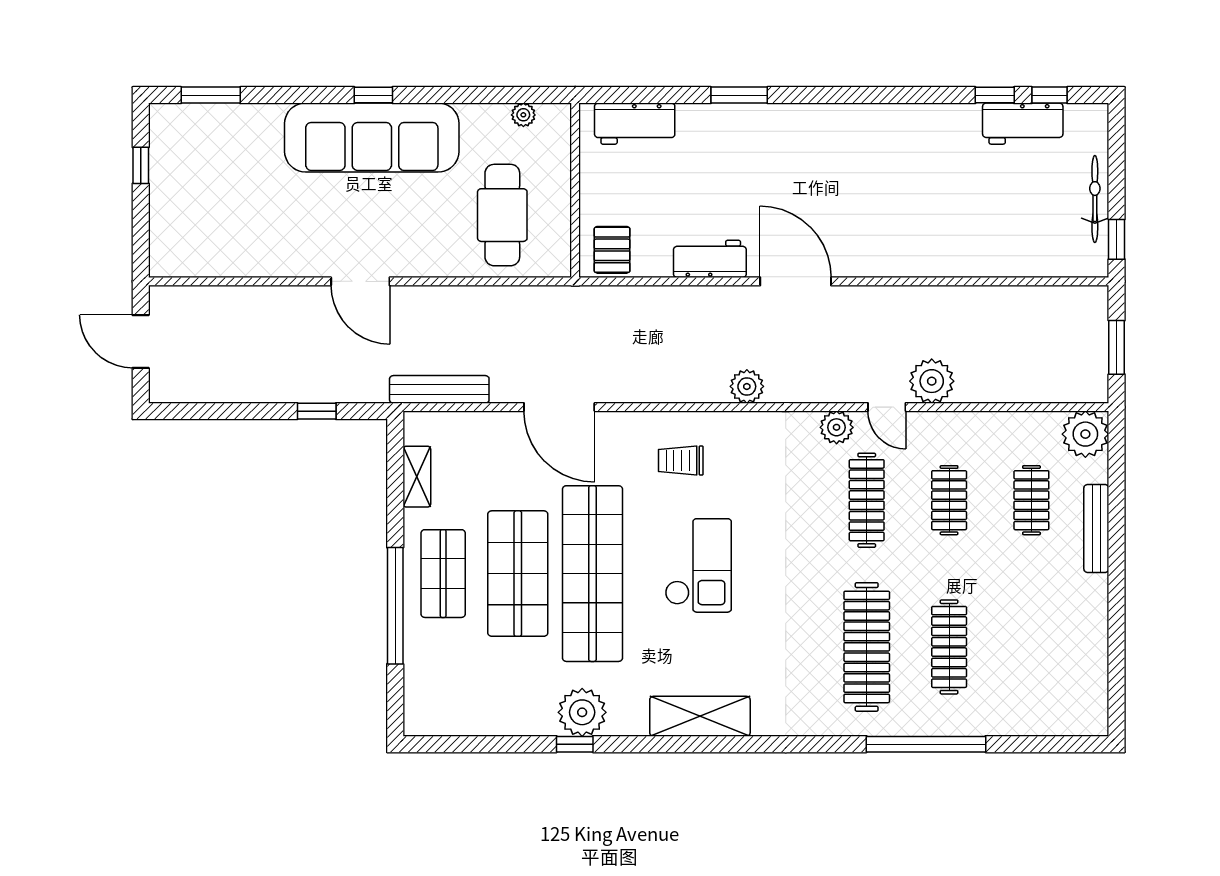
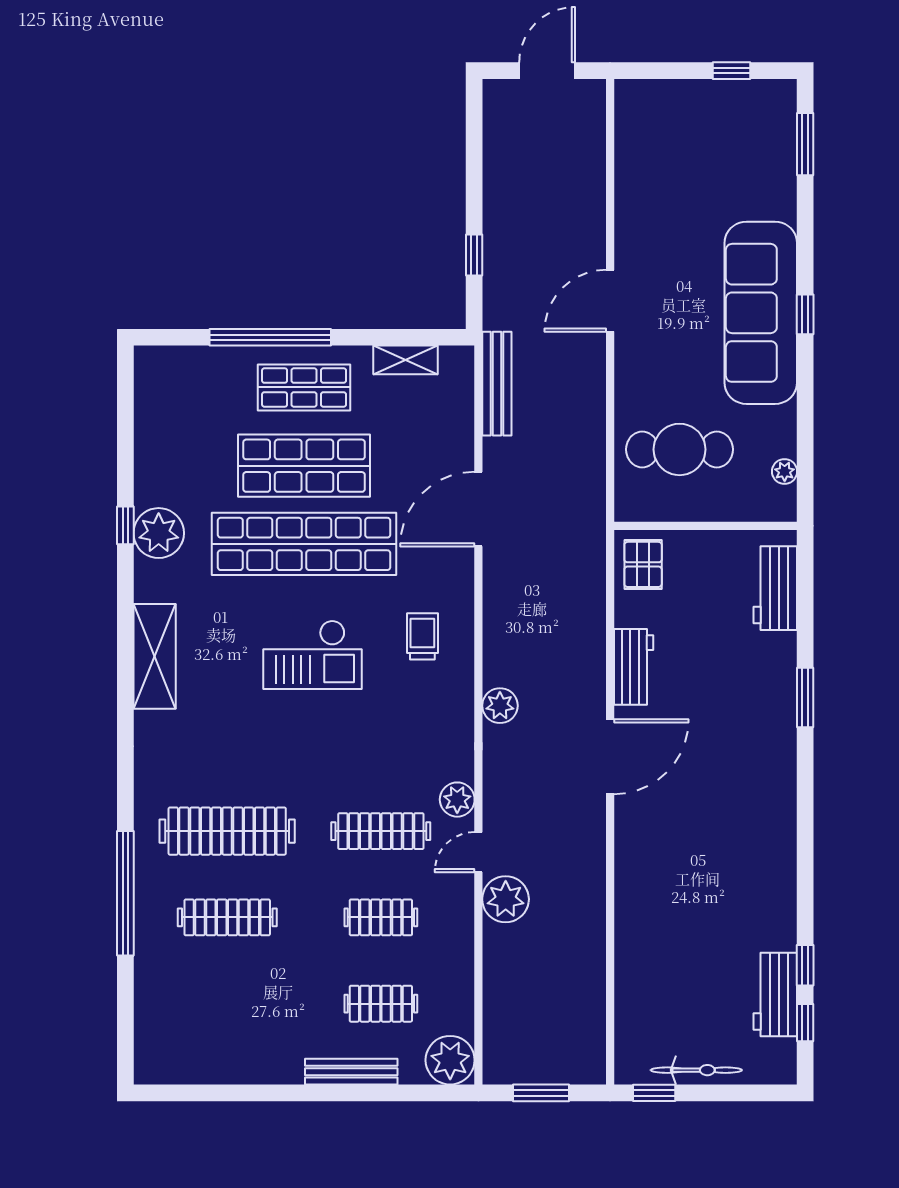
pallet: (612, 250) -> (643, 564), turned 90

